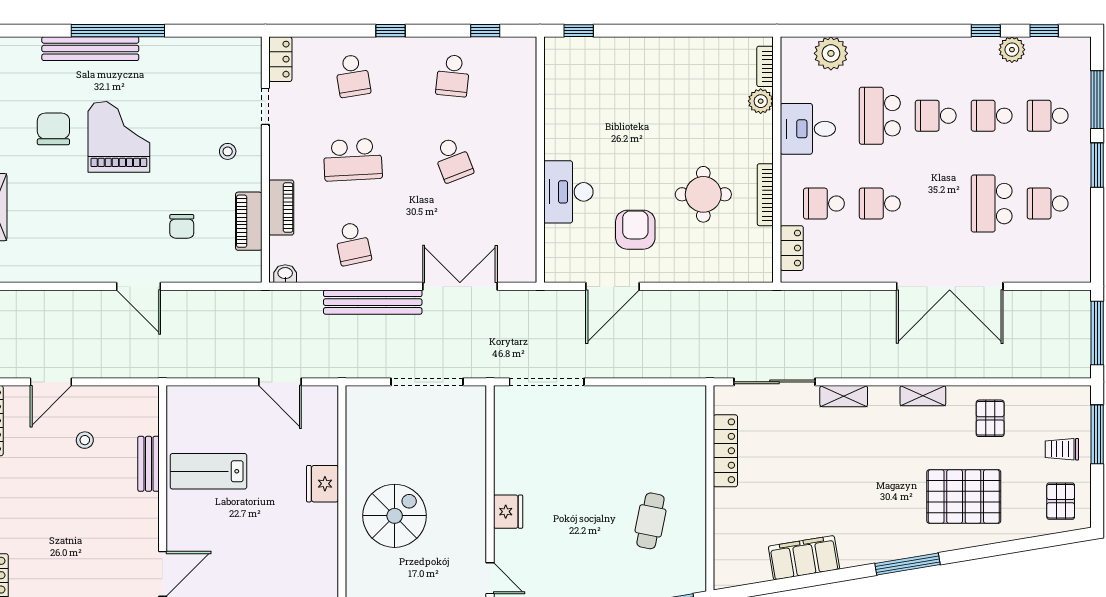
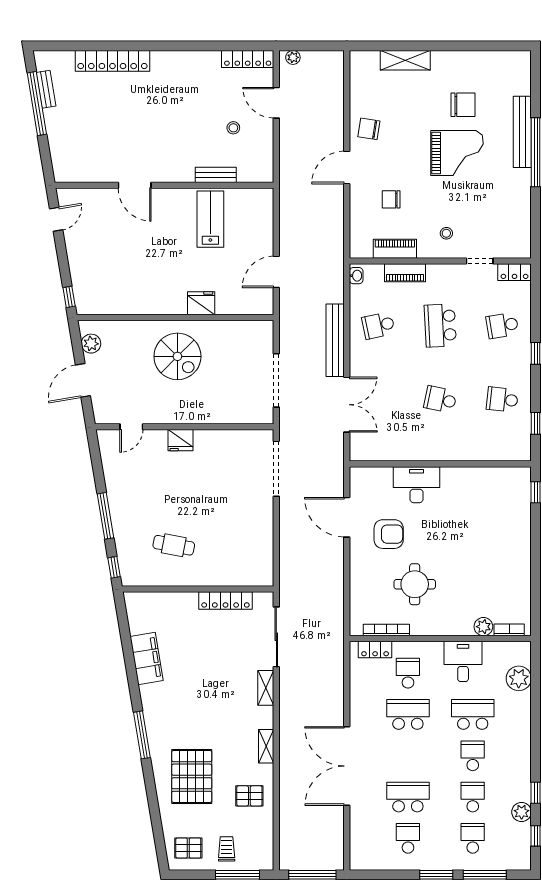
school desk: (453, 160) -> (440, 399), turned 33
bookcase: (765, 195) -> (386, 630), moved
school desk: (880, 204) -> (408, 714), width x1.85
chair: (86, 256) -> (369, 129), added

